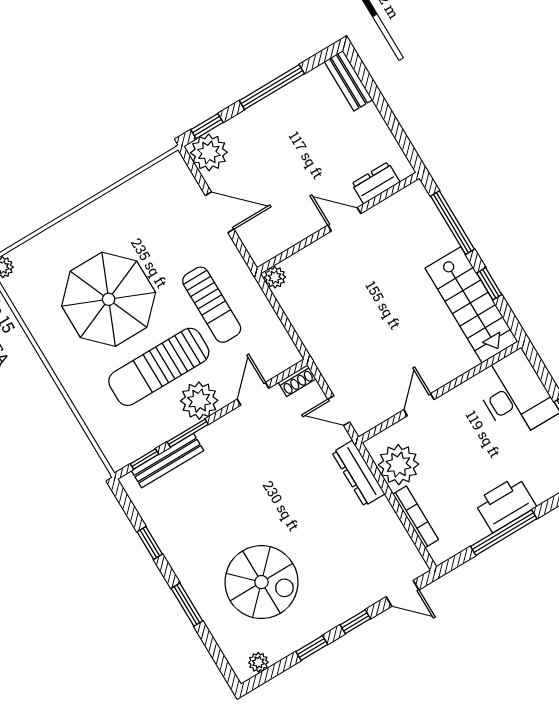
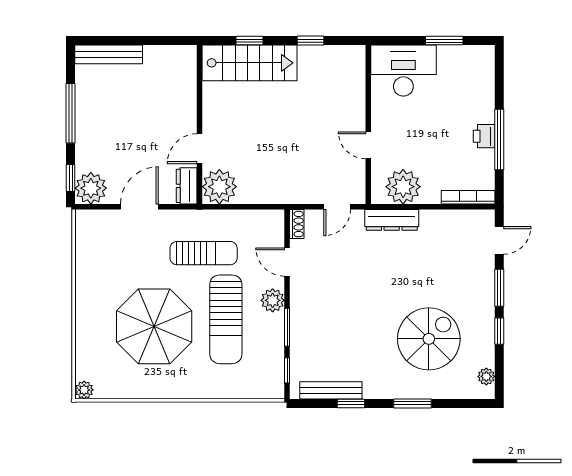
bench: (348, 81) -> (109, 54), width x1.36
dresser: (376, 183) -> (187, 186), moved
door: (344, 219) -> (199, 149), moved
window: (452, 223) -> (249, 41), width x0.46
plant: (275, 277) -> (219, 187), width x1.88, depth x1.88
stairs: (471, 305) -> (249, 63), moved
plant: (199, 401) -> (273, 300), width x0.73, depth x0.73
bench: (168, 461) -> (331, 390), moved, turned 90
printer: (505, 504) -> (484, 136), width x0.53, depth x0.68
bookcase: (416, 517) -> (468, 197), moved
window: (355, 622) -> (499, 288), width x1.50

